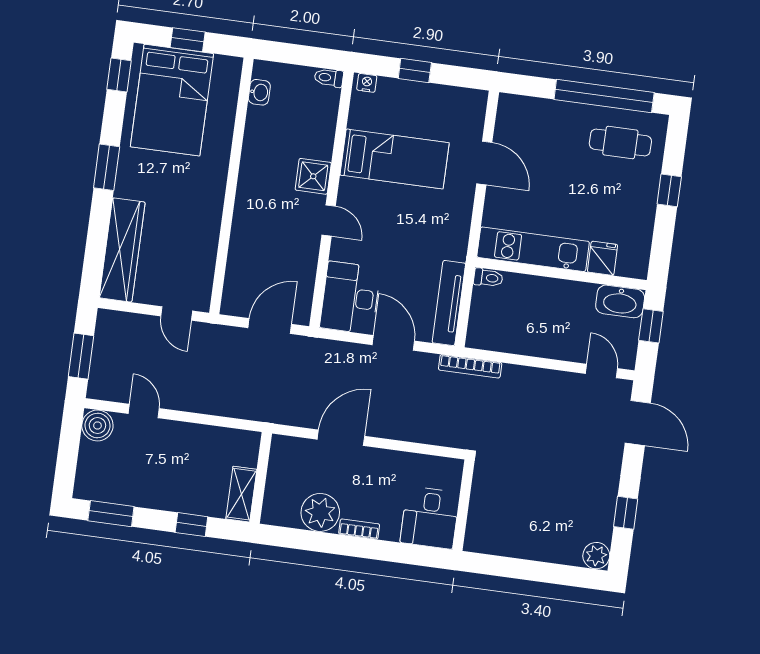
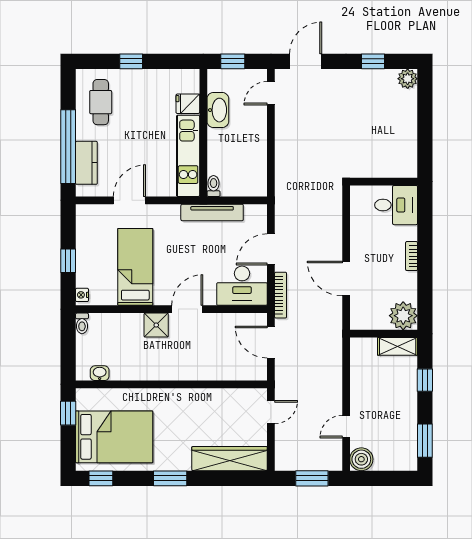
window: (188, 40) -> (68, 413), moved
window: (604, 96) -> (68, 147), moved
kitchen counter: (542, 113) -> (86, 163), added
door: (329, 221) -> (187, 309), width x1.38
washbasin: (620, 301) -> (218, 110), moved
tv unit: (449, 303) -> (212, 212), moved
bookcase: (470, 366) -> (281, 295), moved
plant: (320, 512) -> (403, 316), moved

